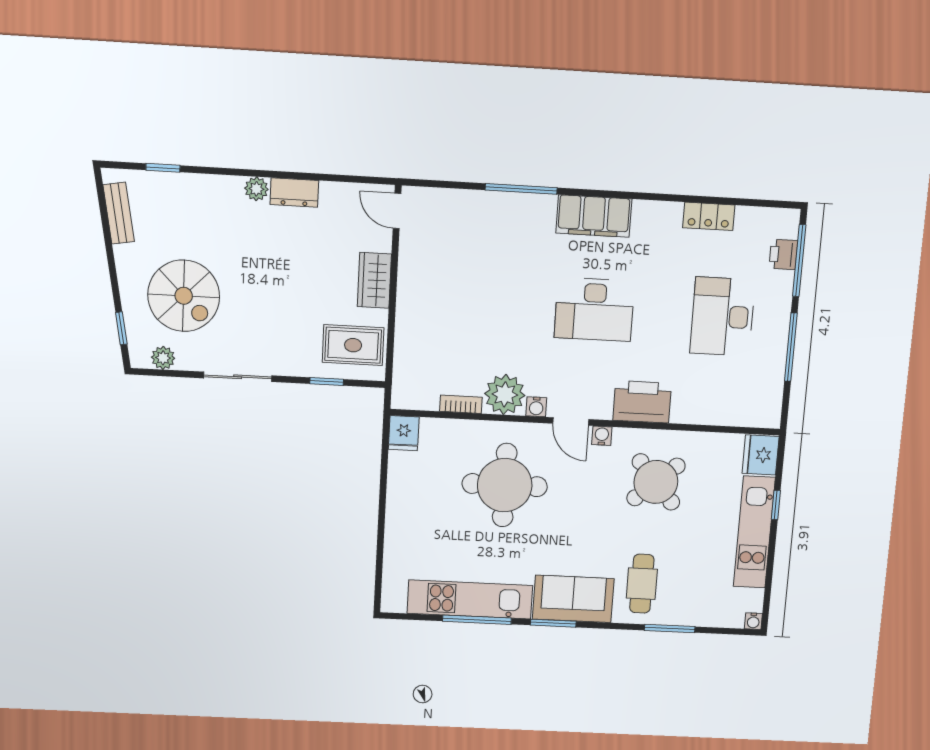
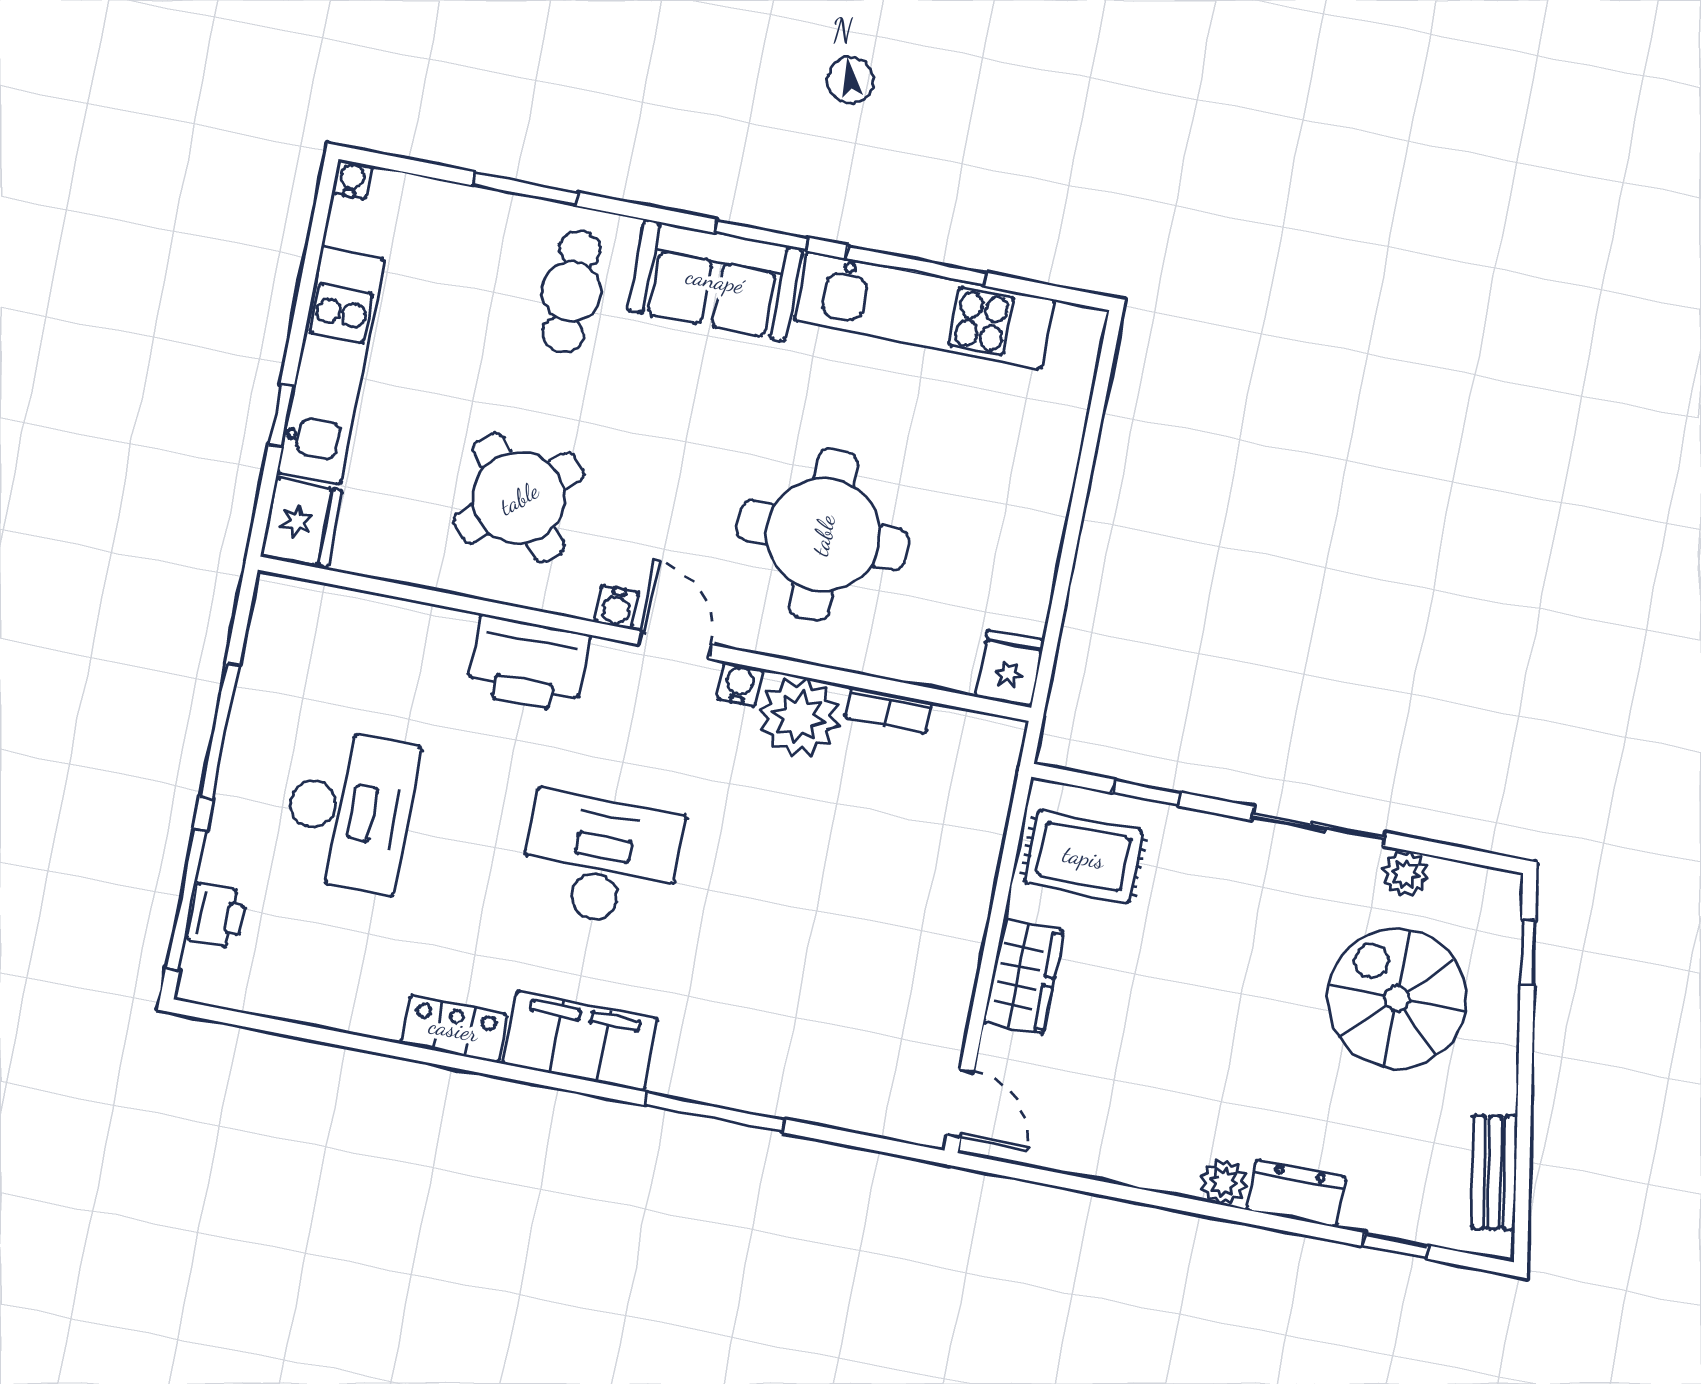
dresser: (294, 193) -> (1296, 1193), moved
locker: (709, 216) -> (454, 1029), moved
plant: (163, 358) -> (1405, 874), moved

